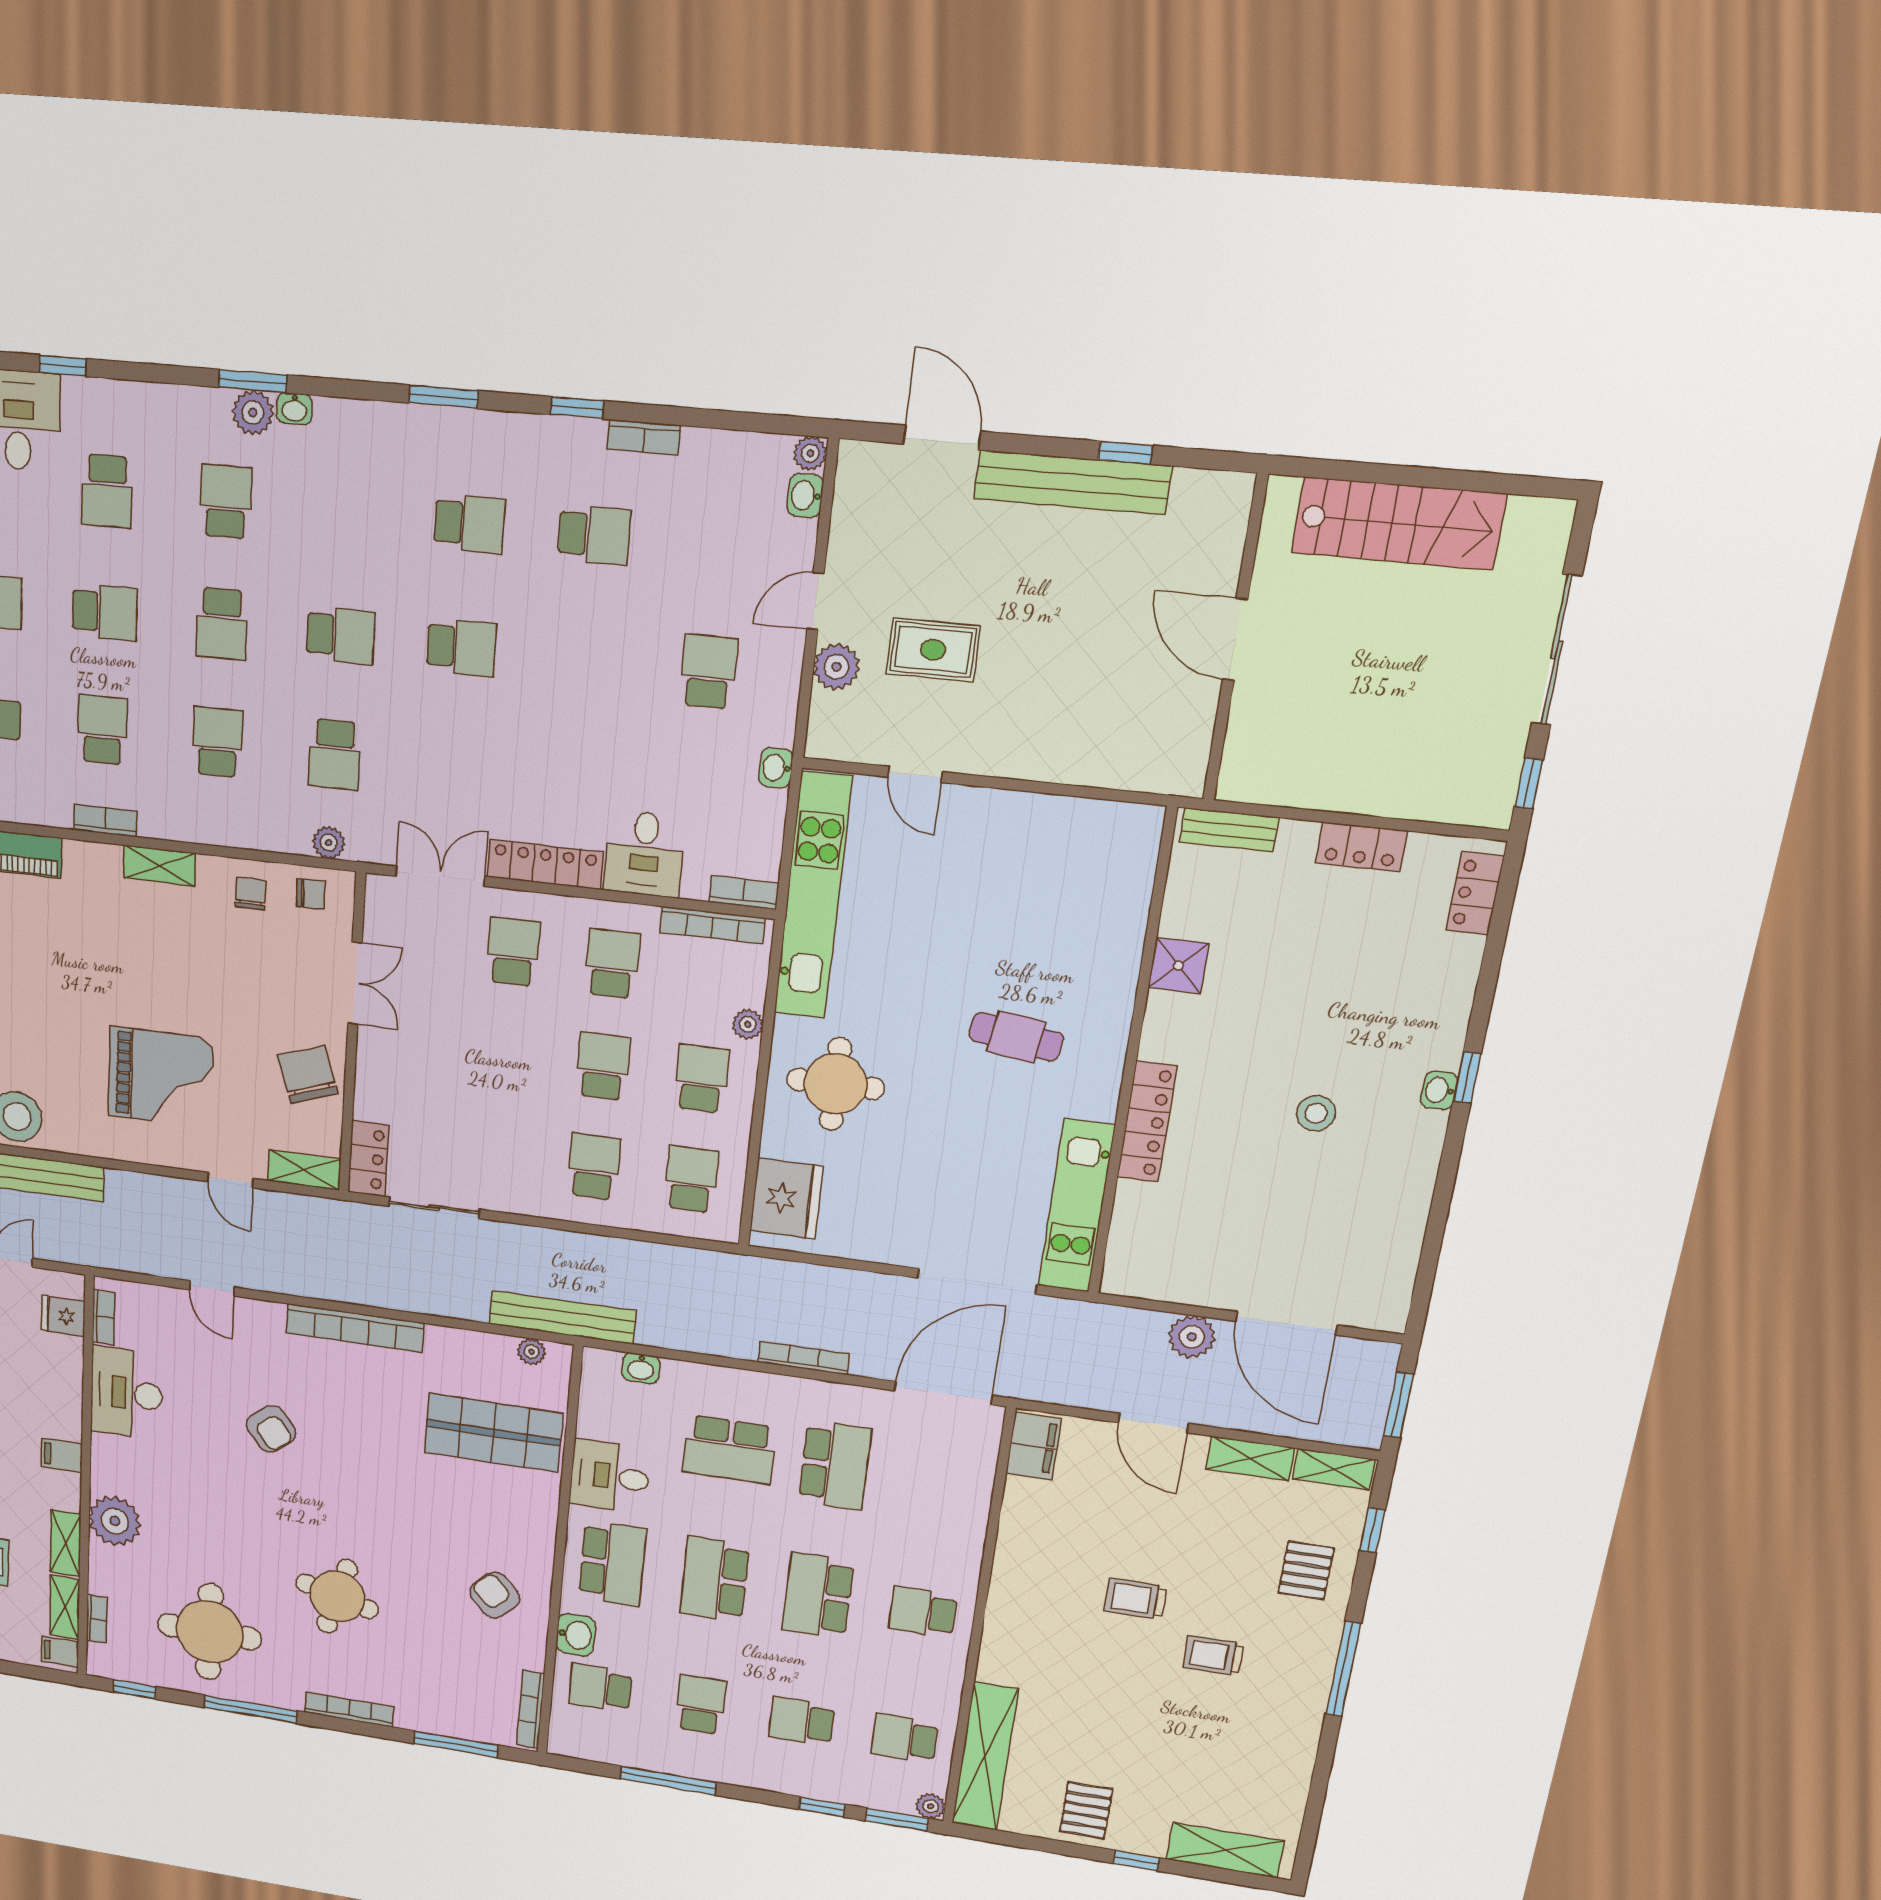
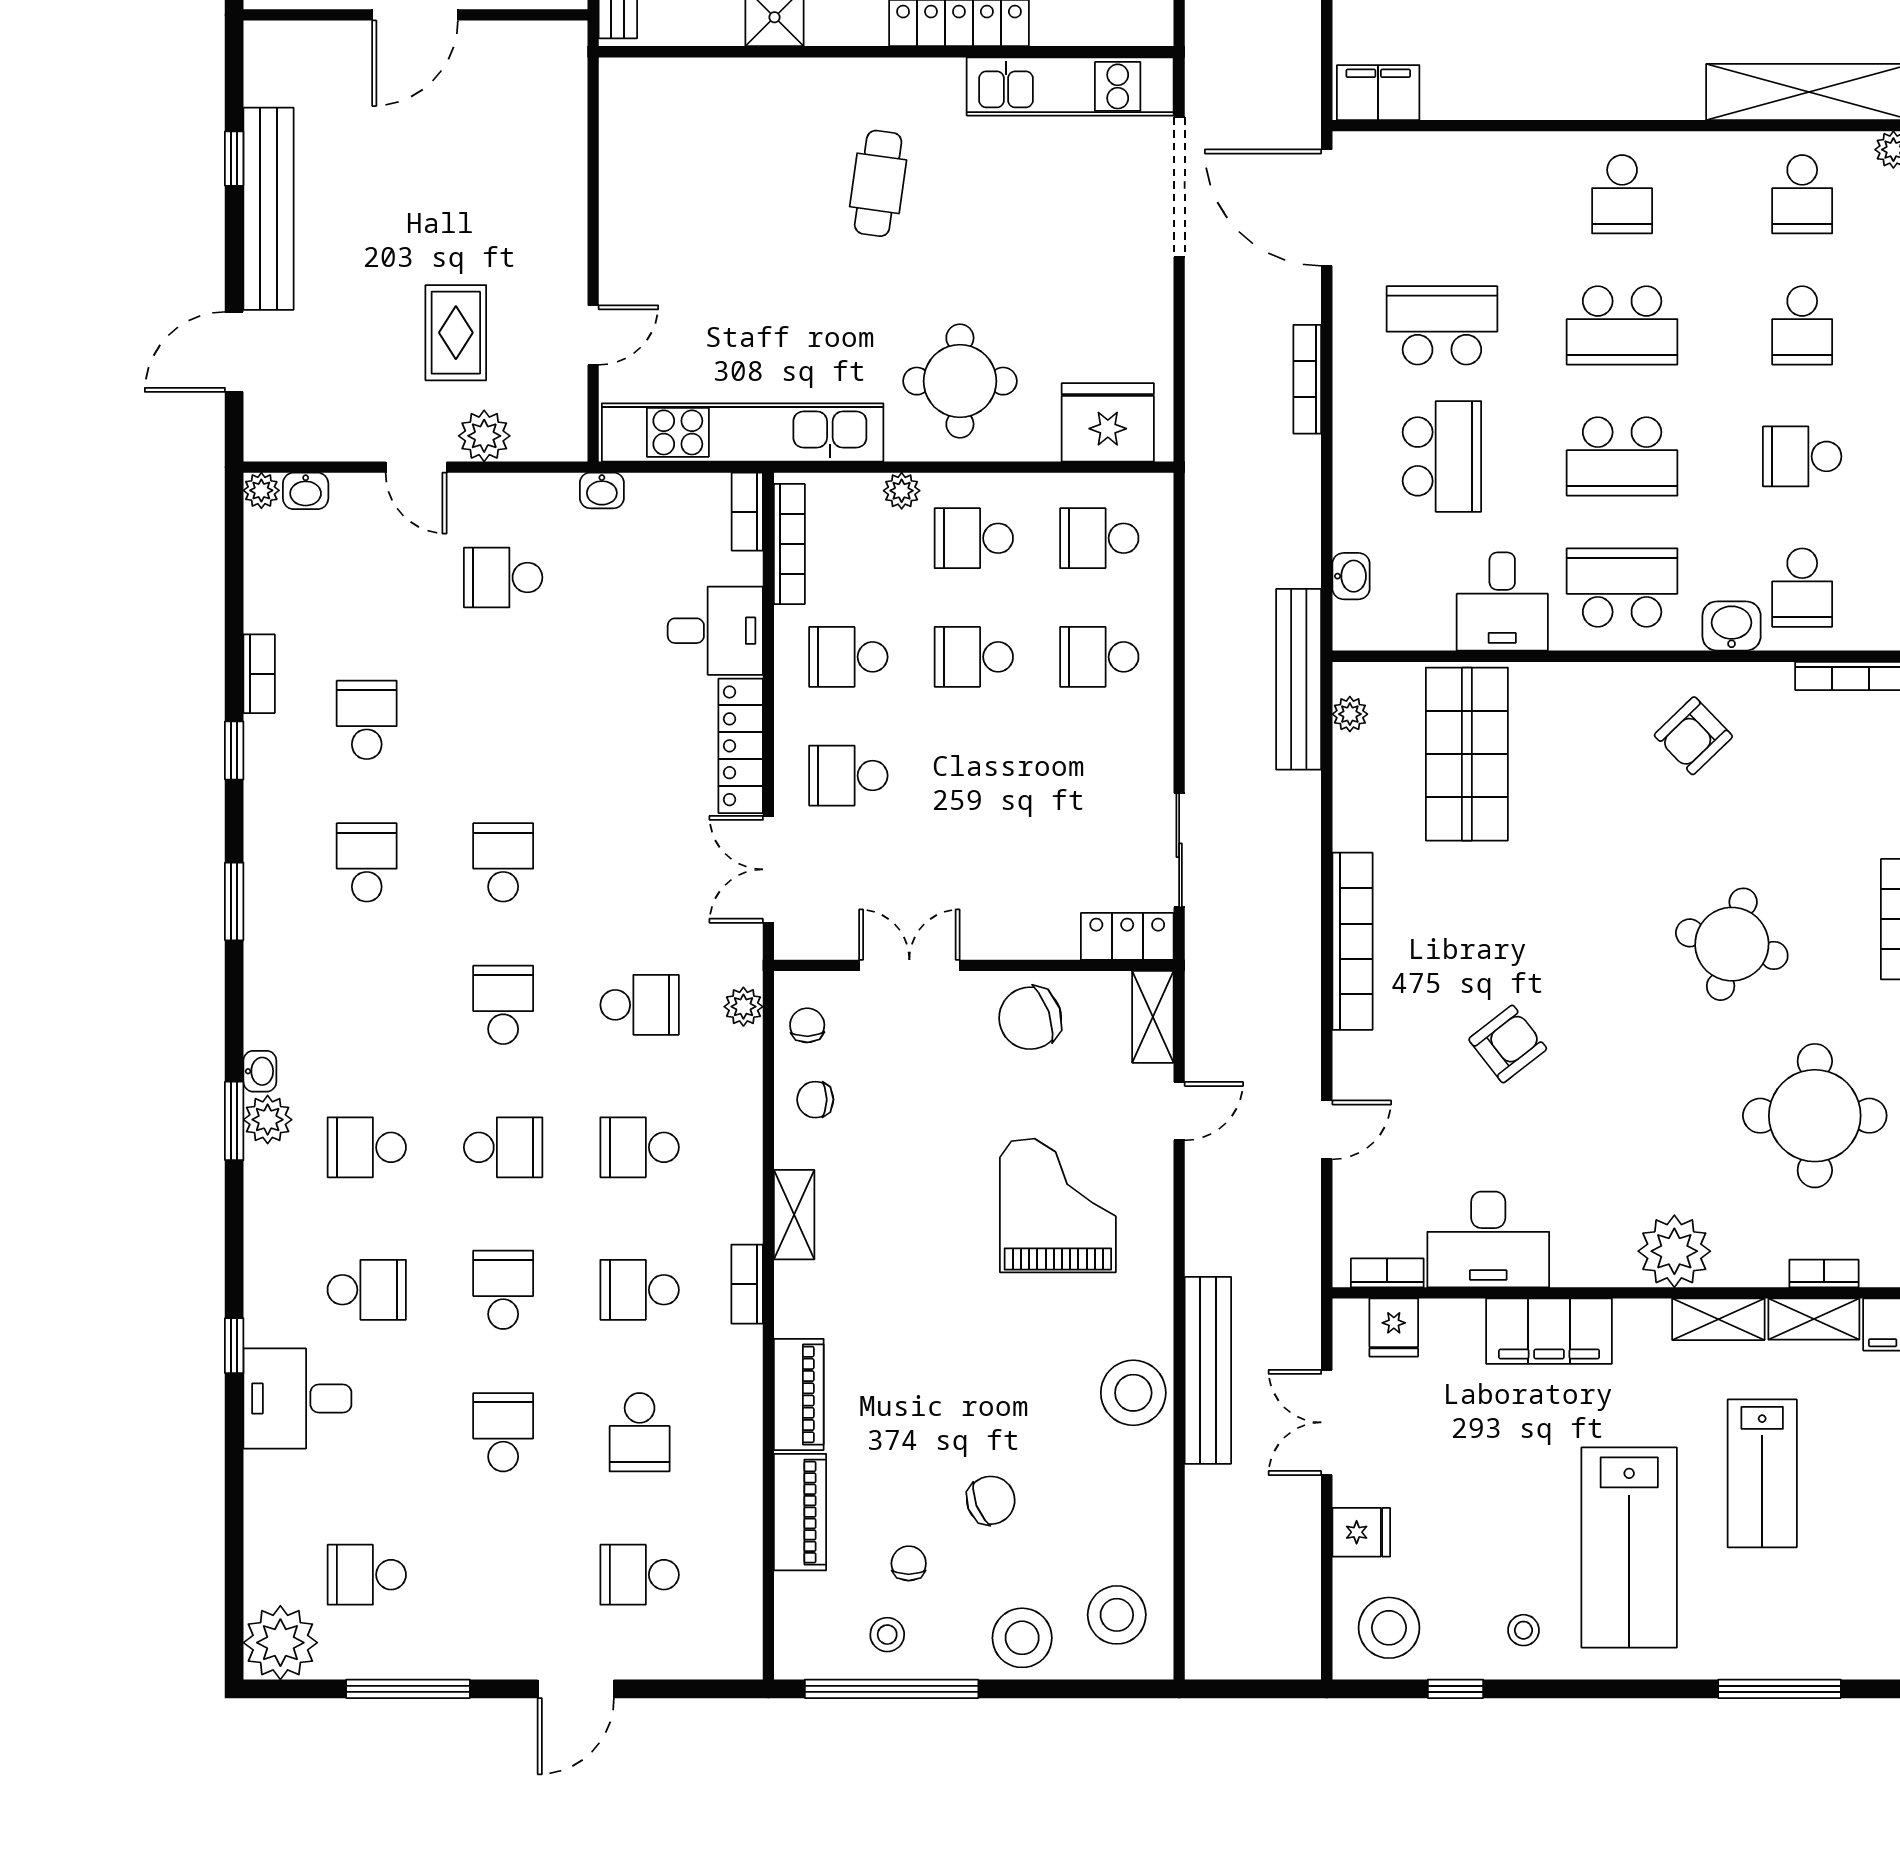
filing cabinet: (62, 1455) -> (1549, 1331), width x3.00, depth x1.17

